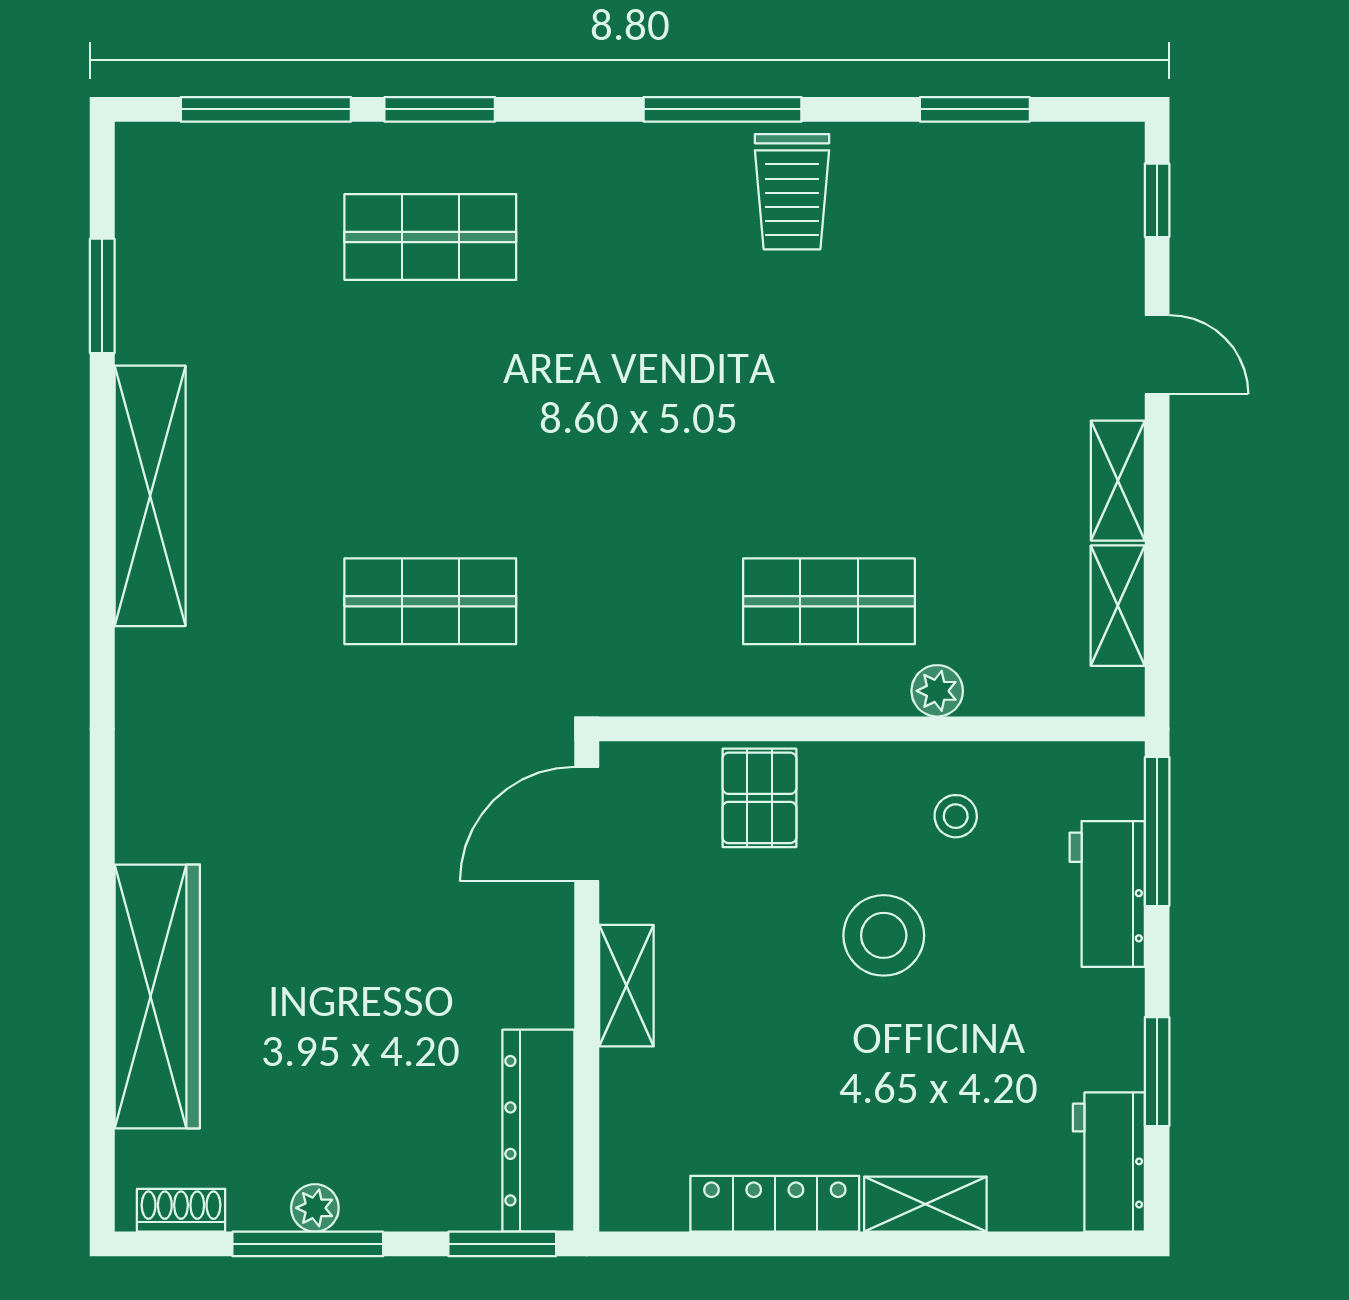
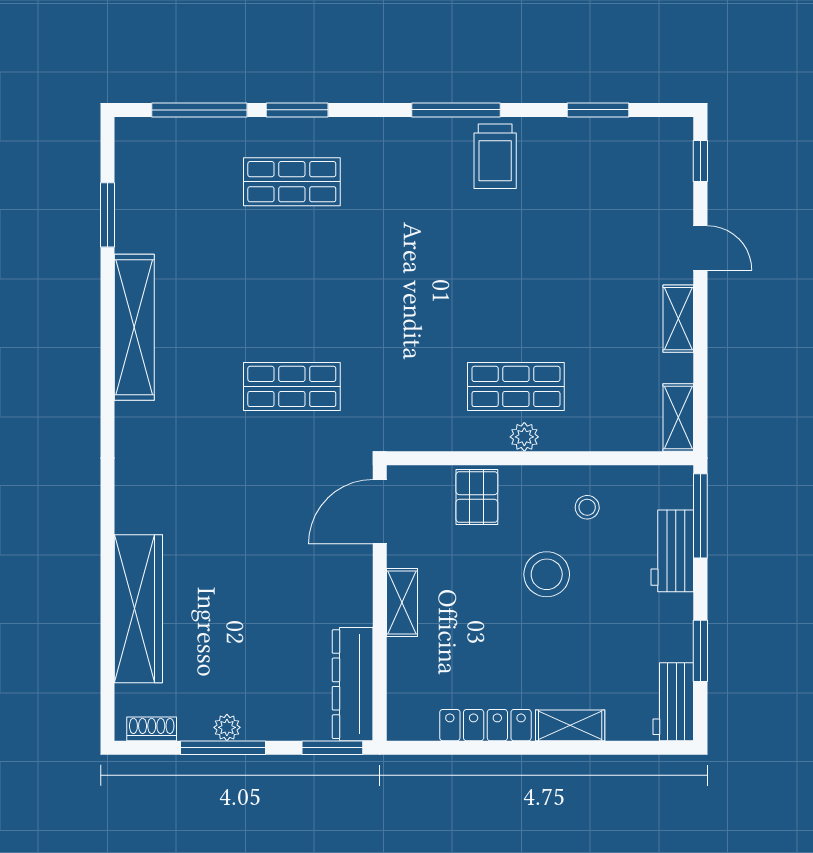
shelving: (1118, 606) -> (678, 417), moved
plant: (937, 691) -> (524, 437), moved

